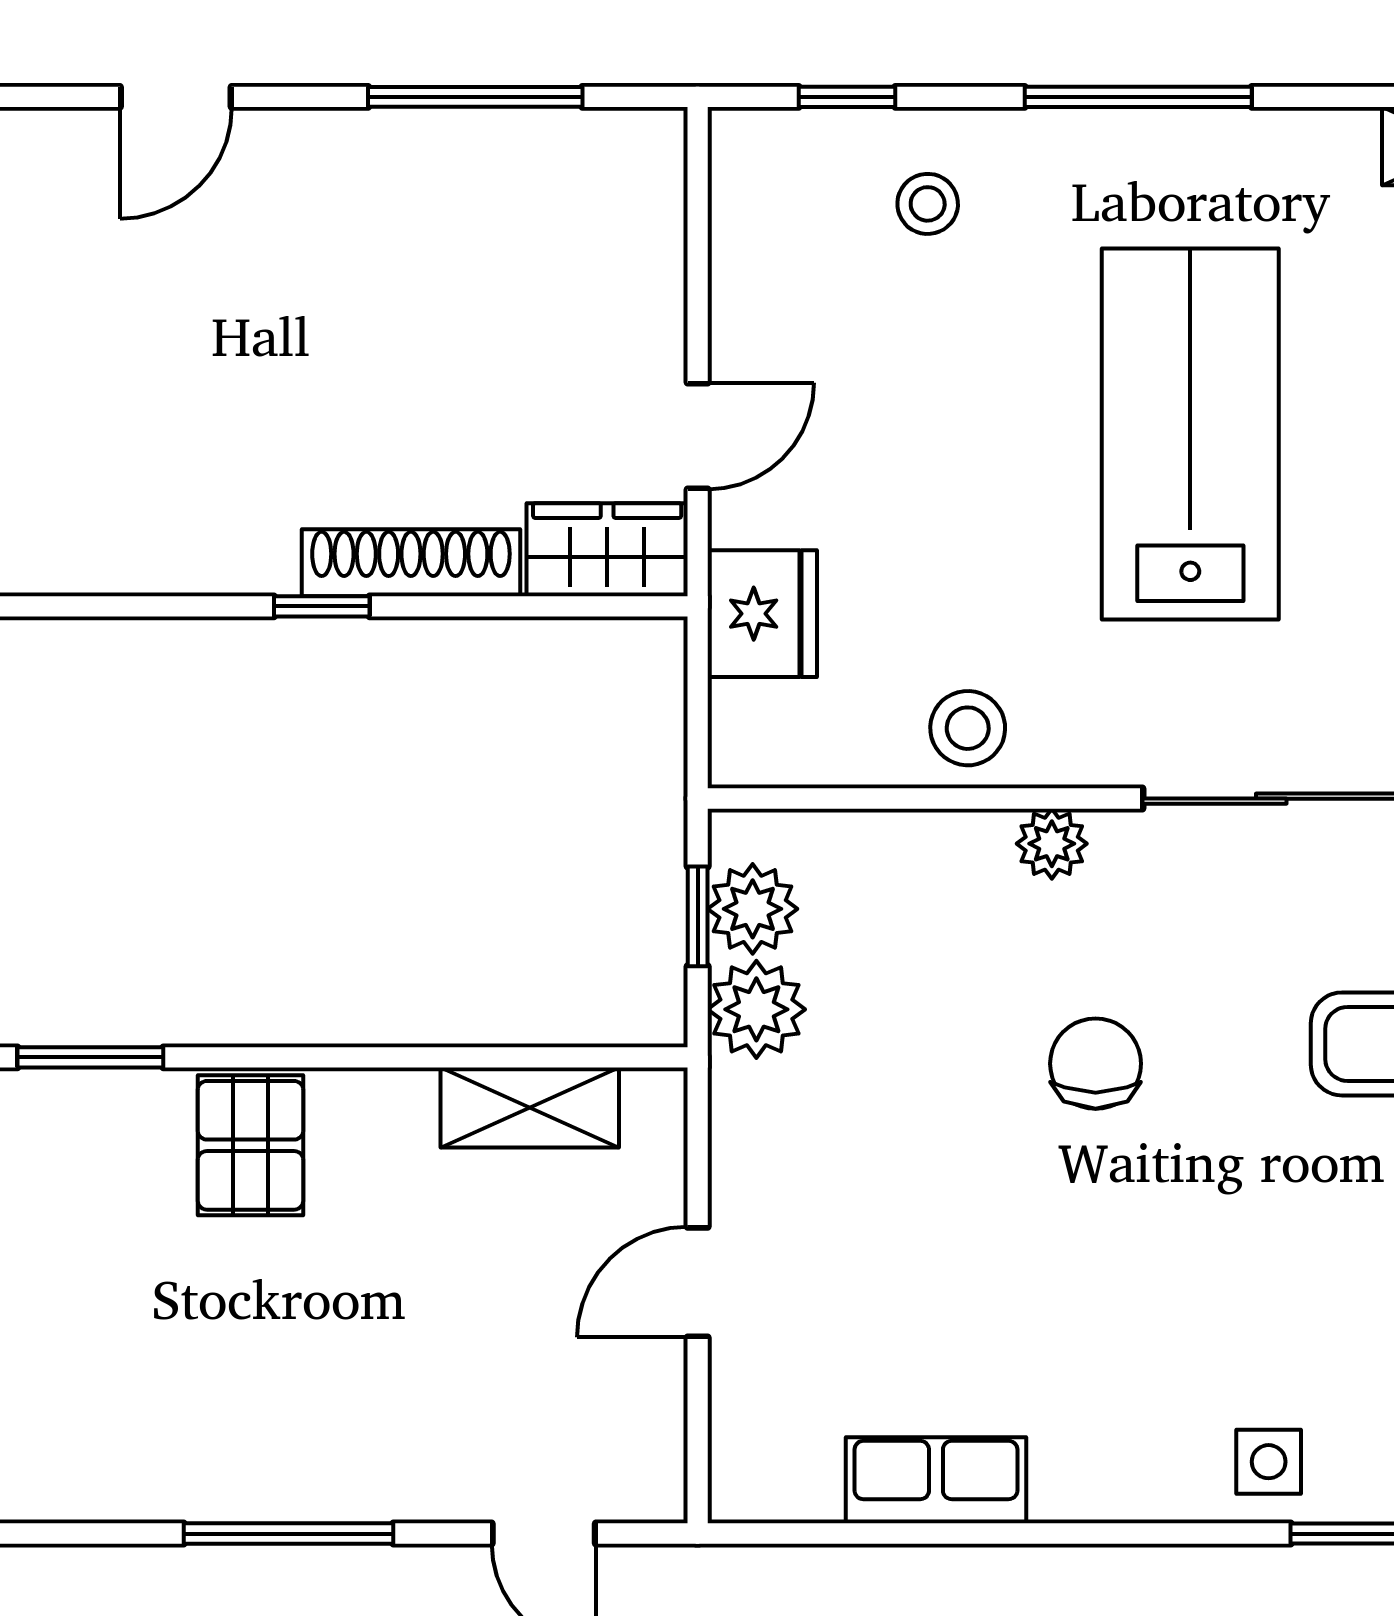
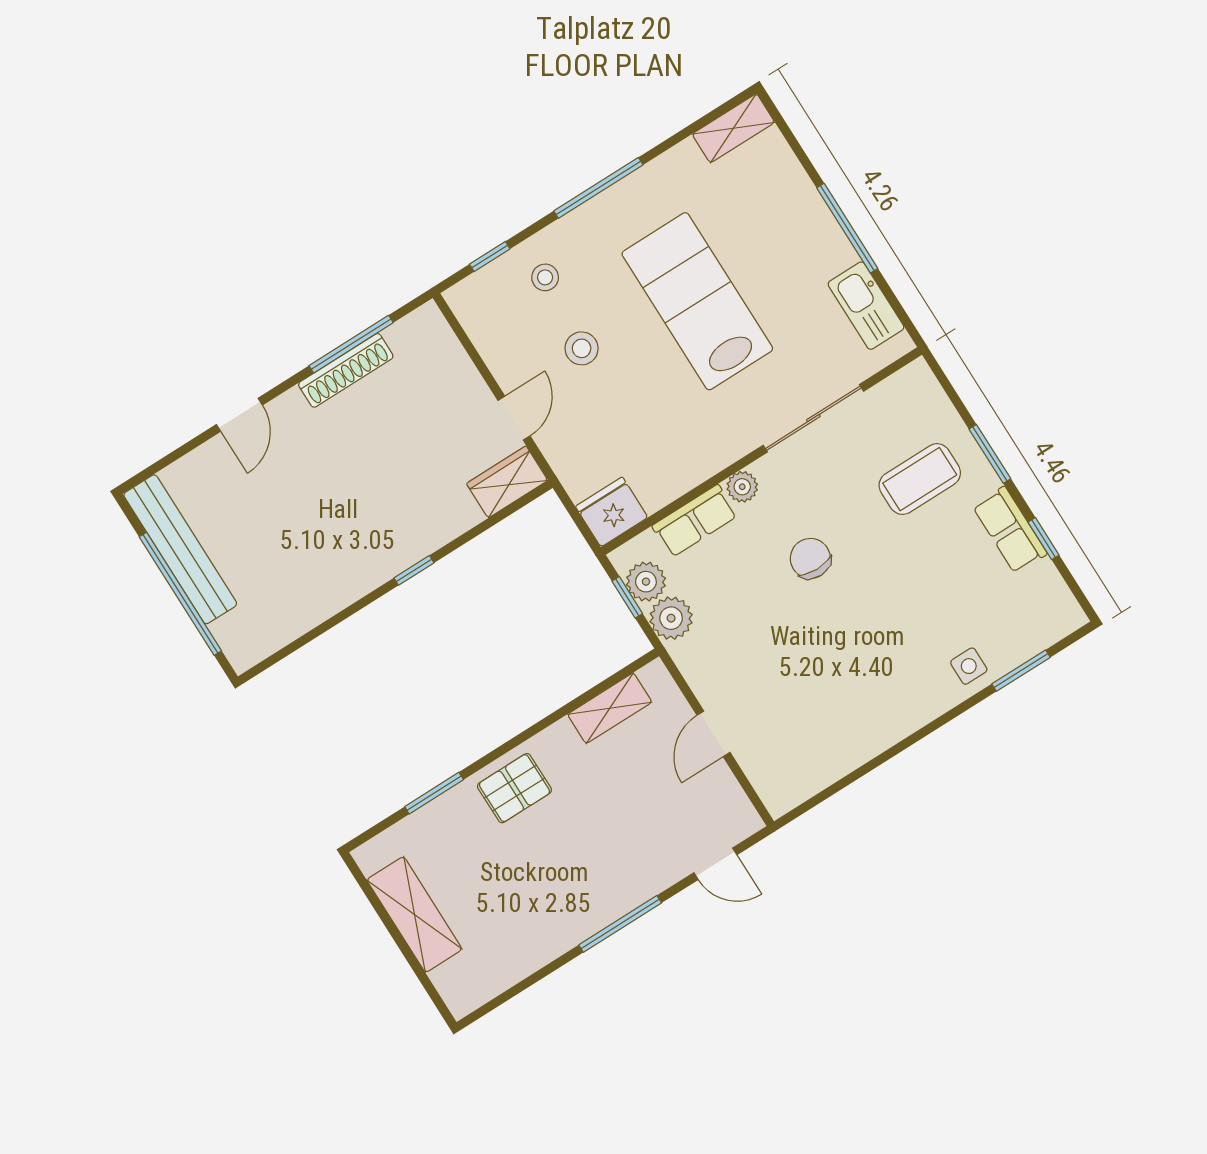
shoe rack: (411, 563) -> (346, 370), moved, turned 180
fridge: (762, 614) -> (612, 512), moved, turned -90
stool: (968, 728) -> (582, 348), moved
pallet: (250, 1145) -> (514, 788), turned 90
row of seats: (936, 1480) -> (695, 521), moved, turned 180

